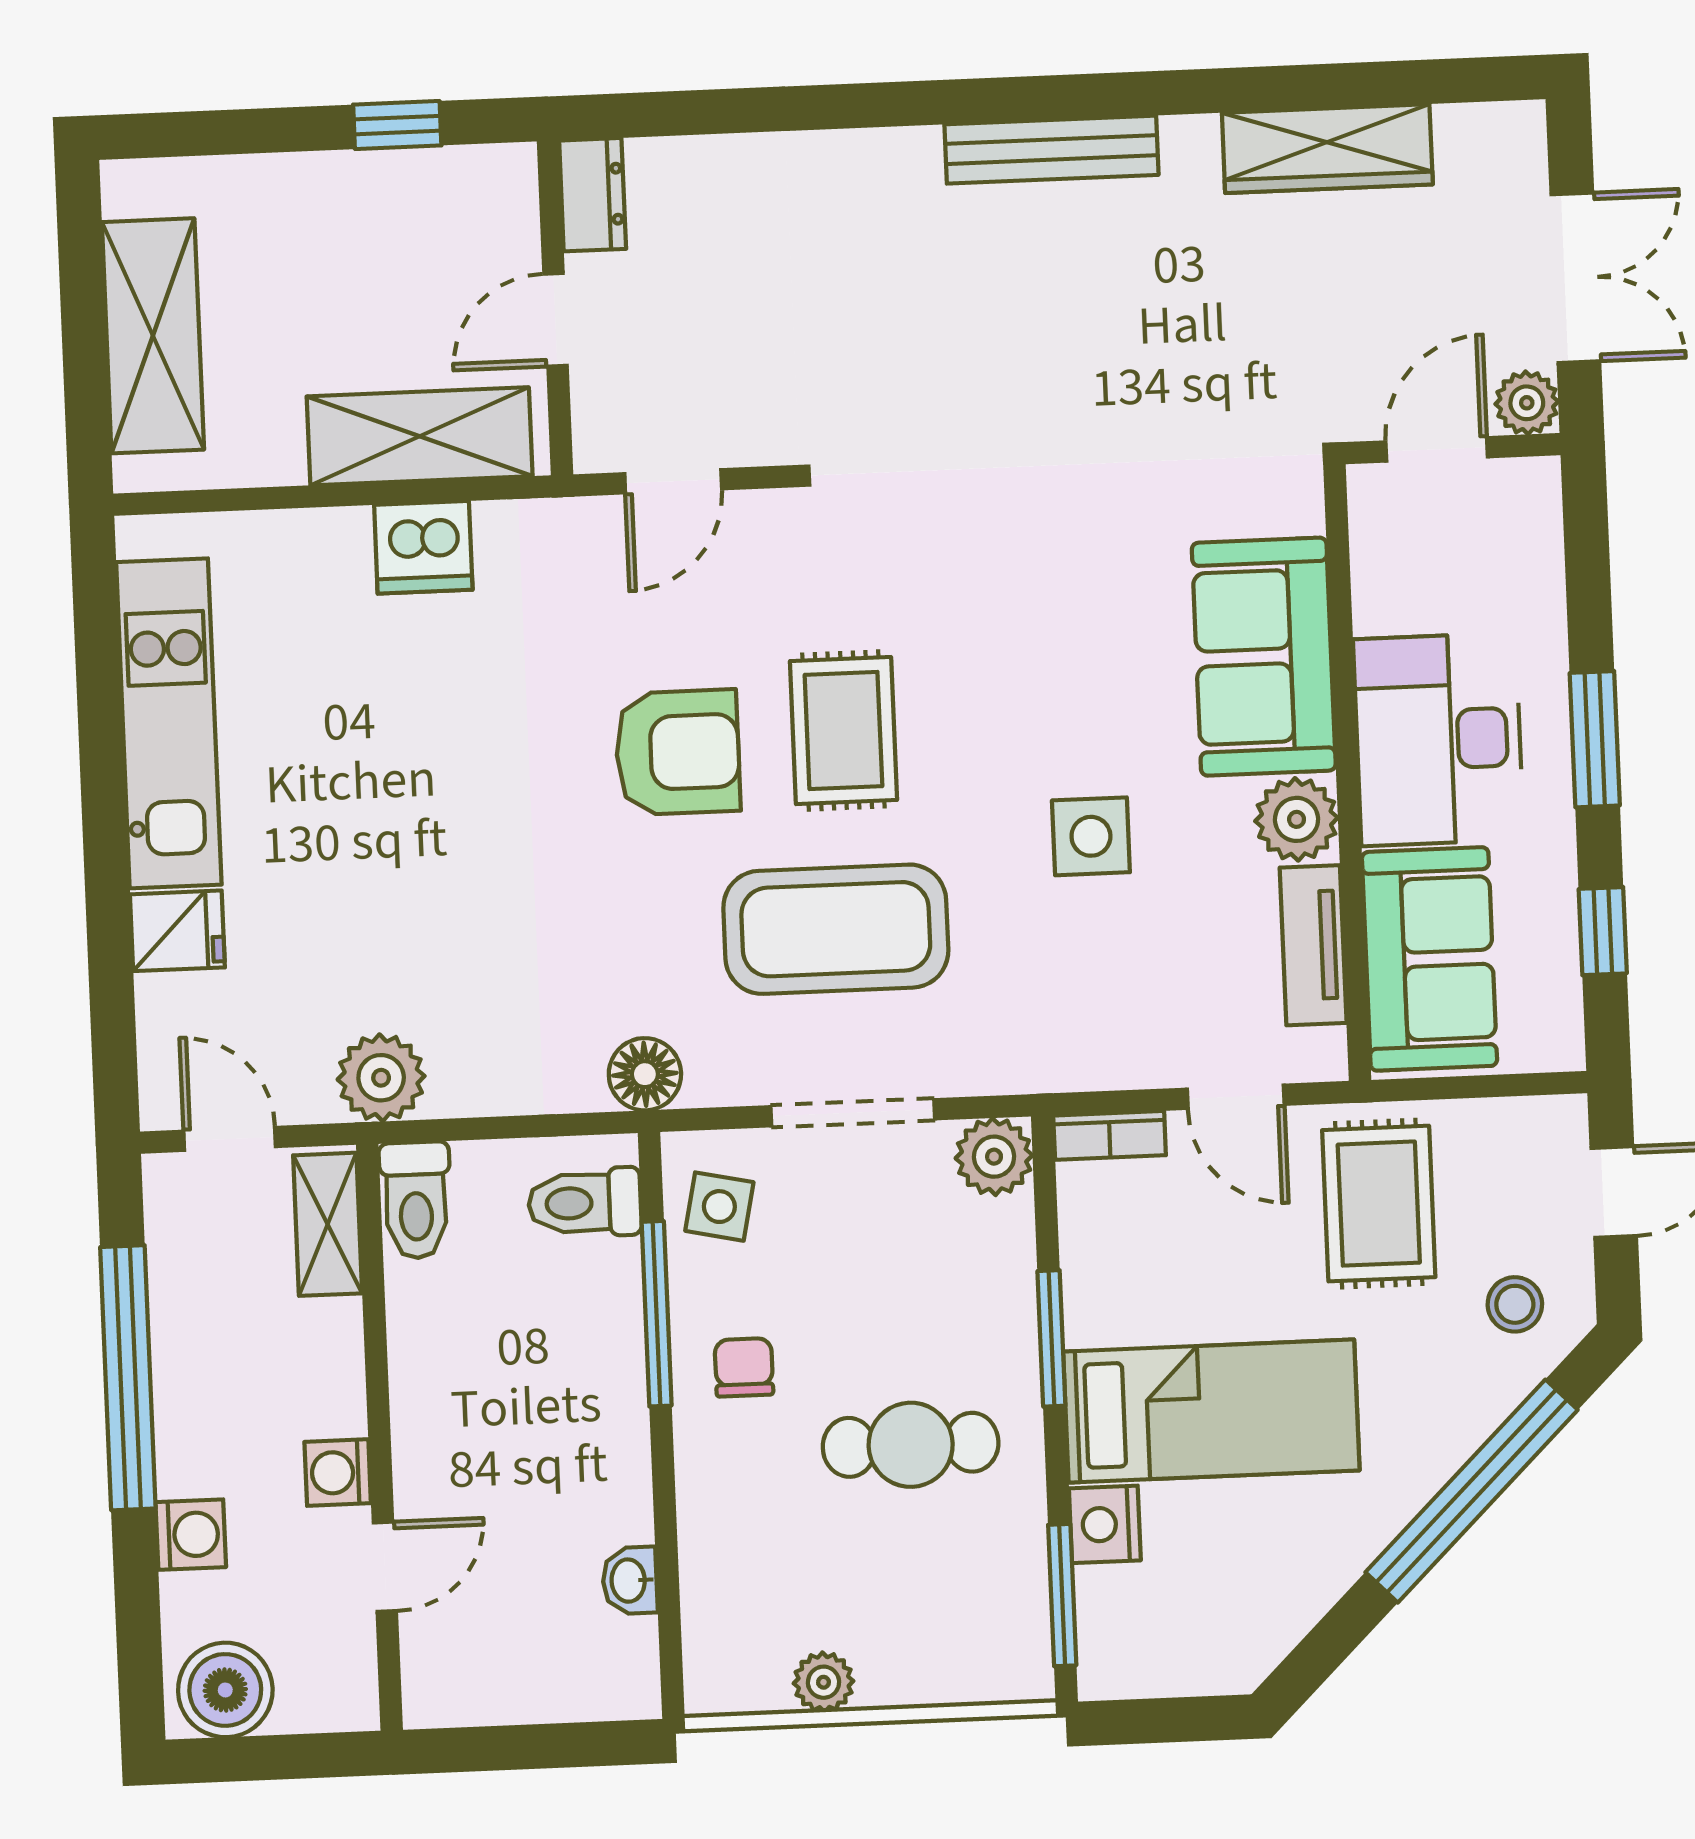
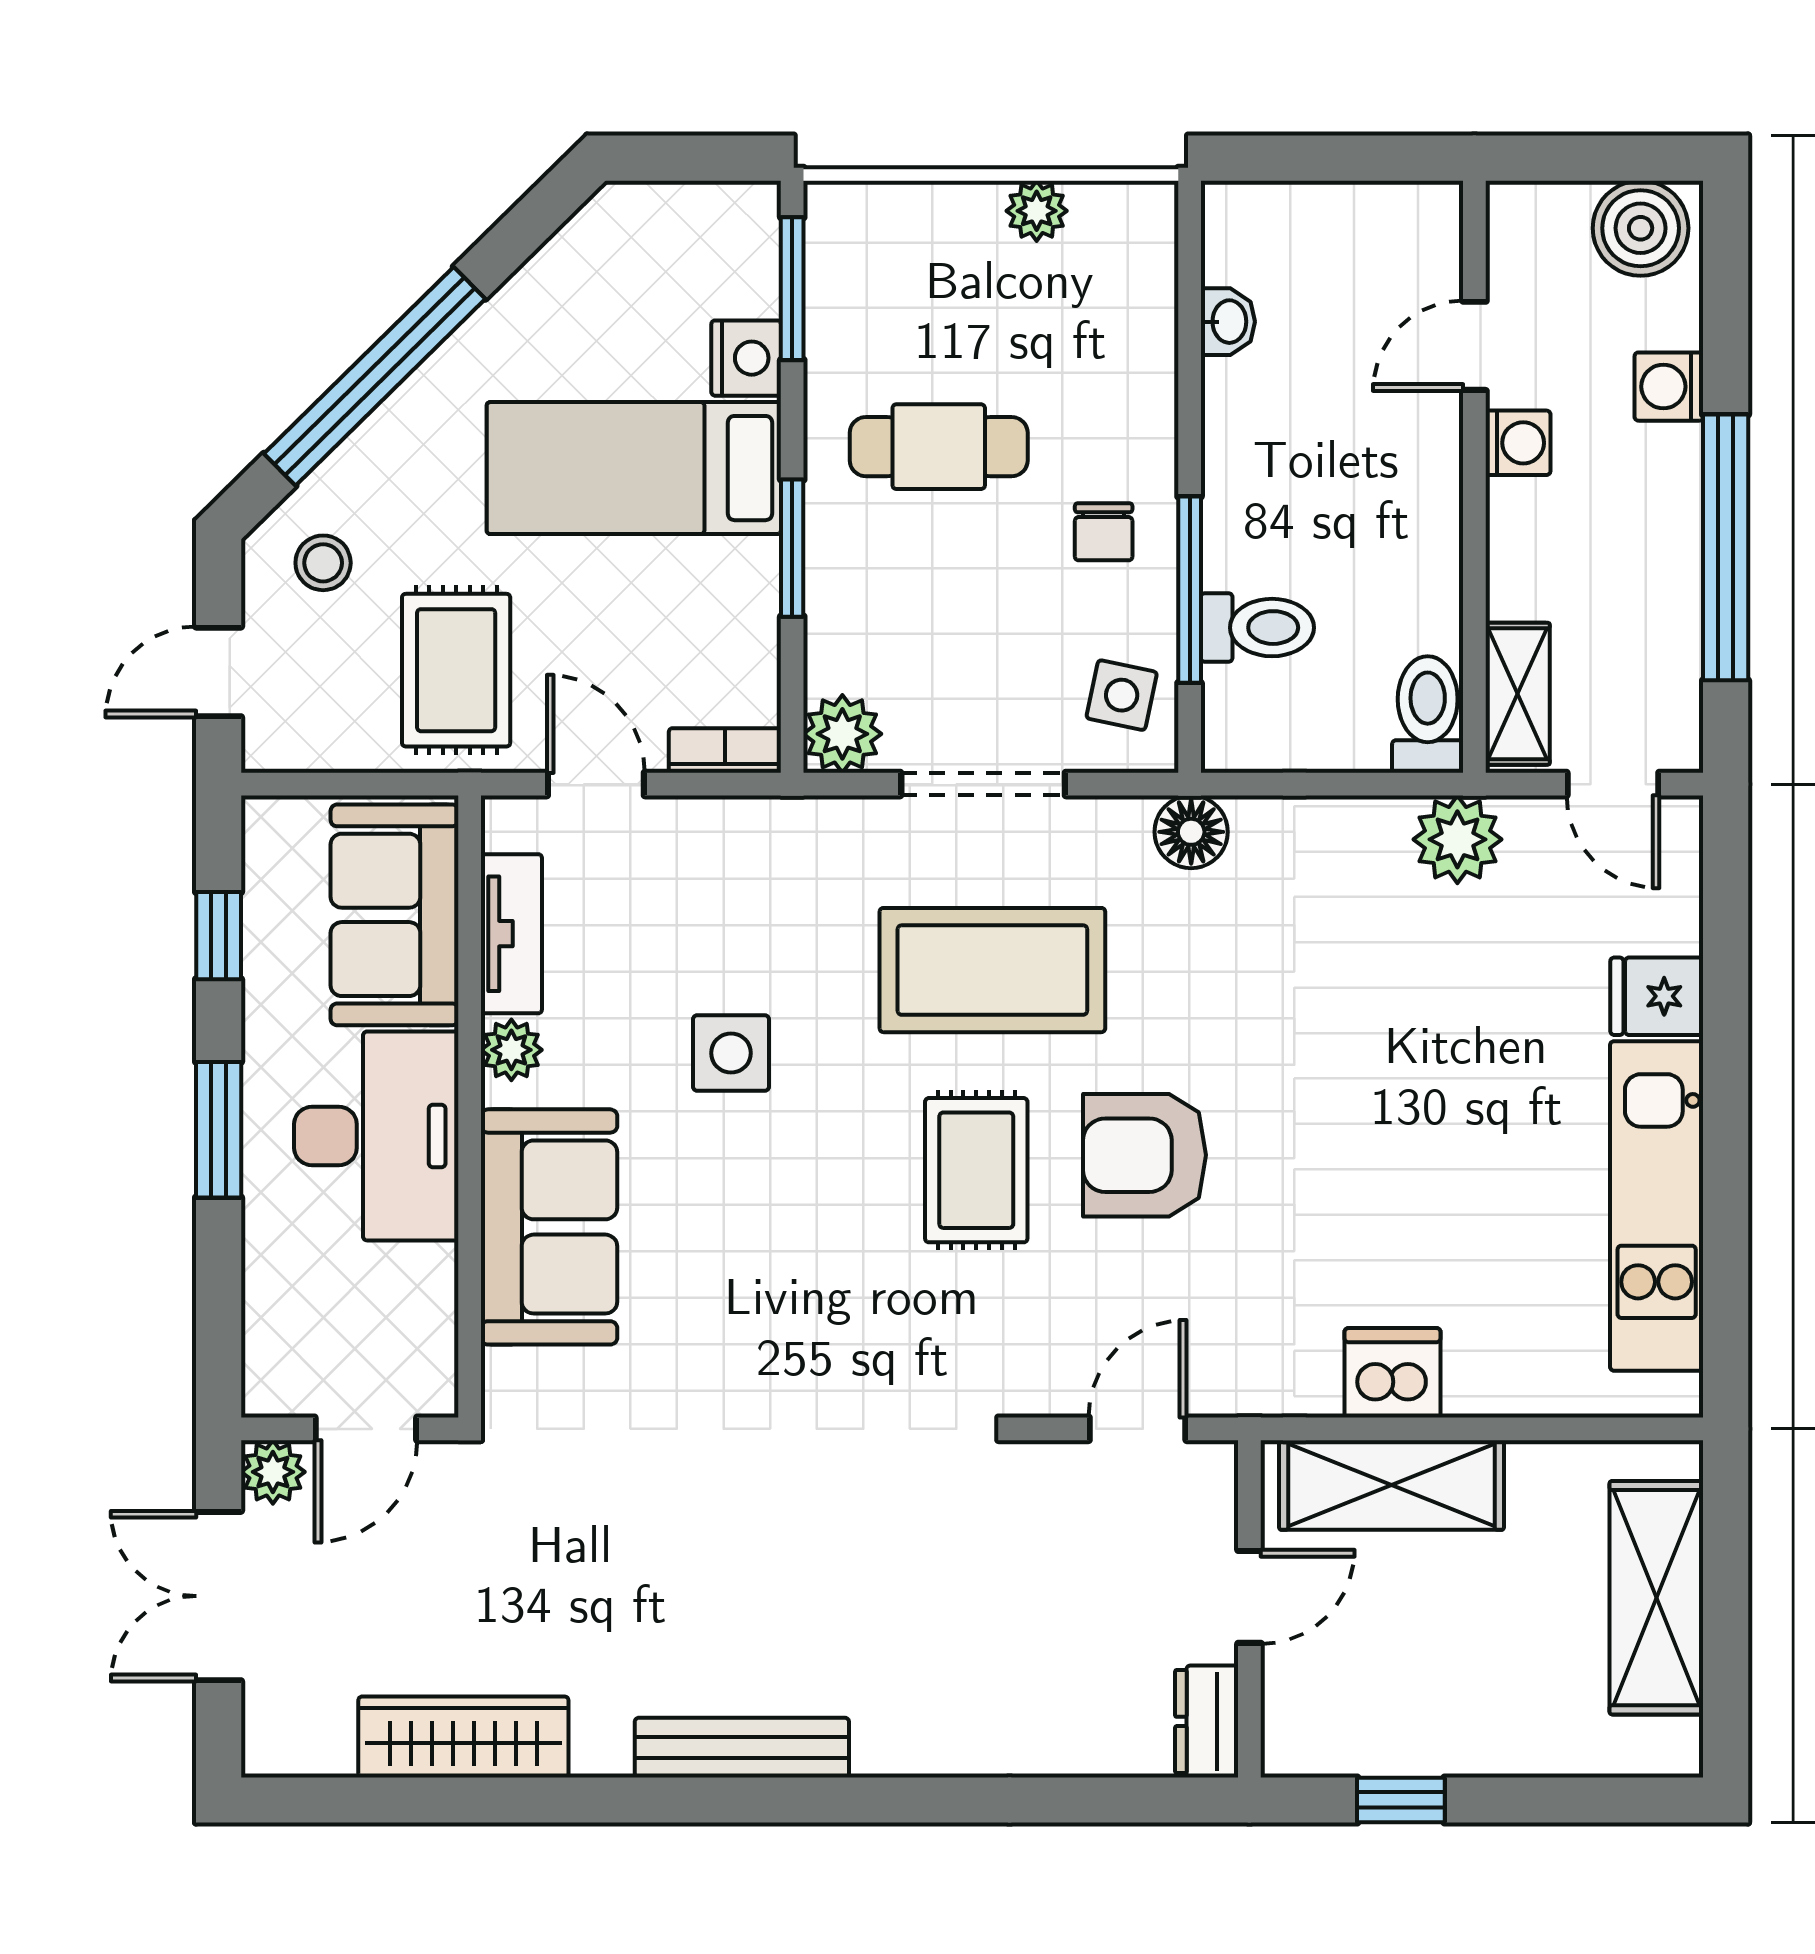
plant: (1297, 819) -> (511, 1050), width x0.73, depth x0.73
toilet: (585, 1203) -> (1257, 628), moved

